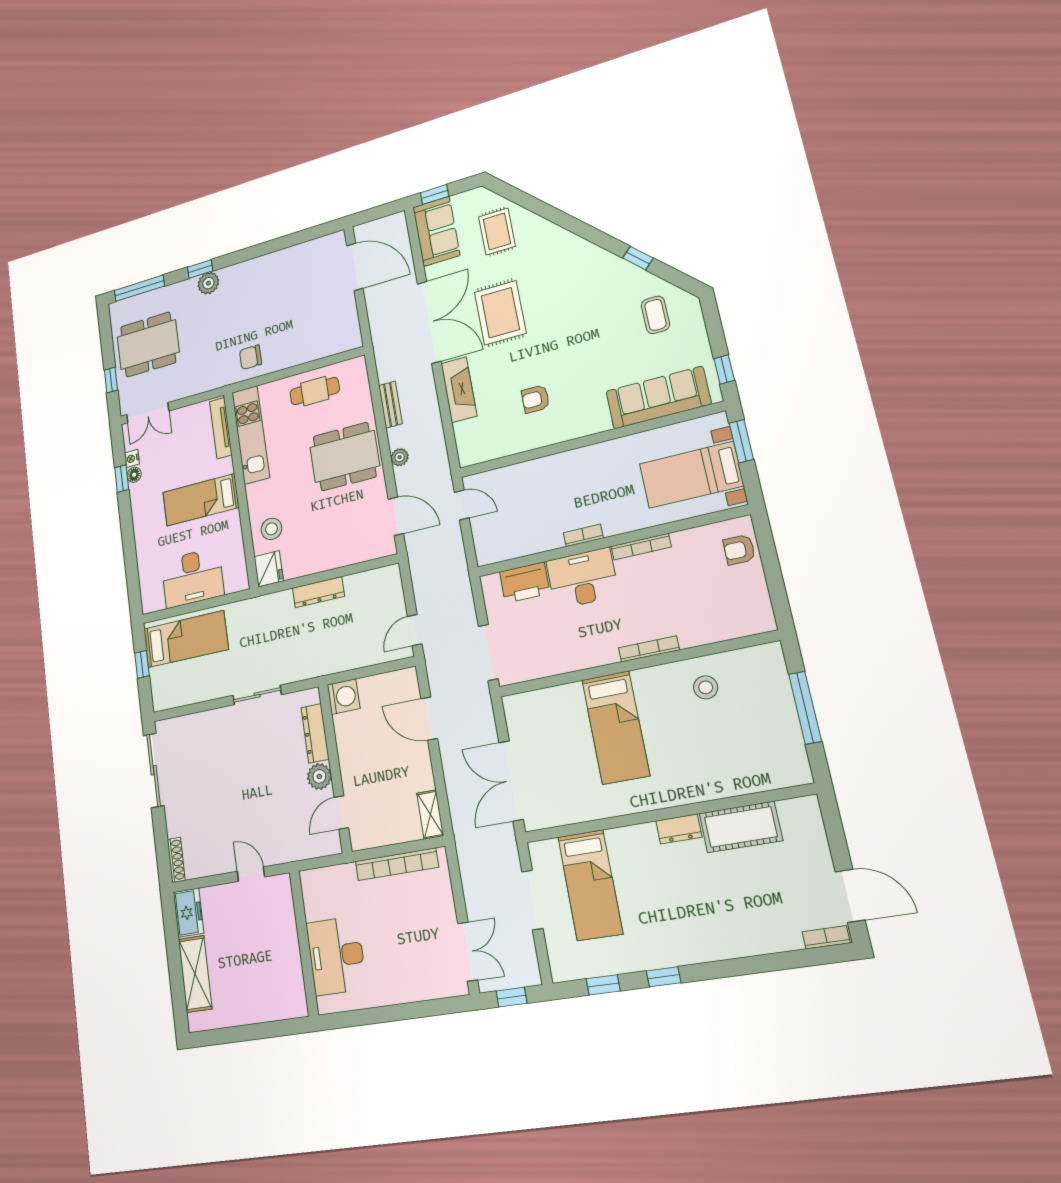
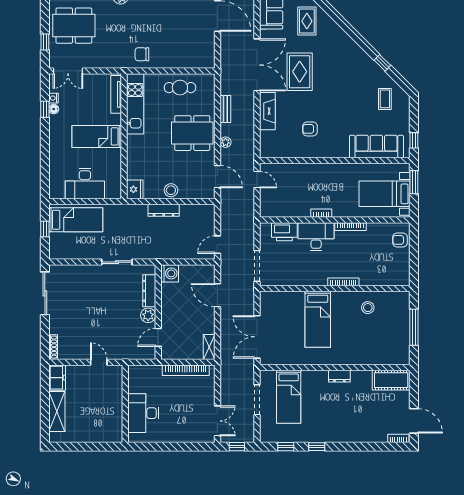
stool: (271, 529) -> (171, 190), moved
cot: (741, 827) -> (391, 380), moved

